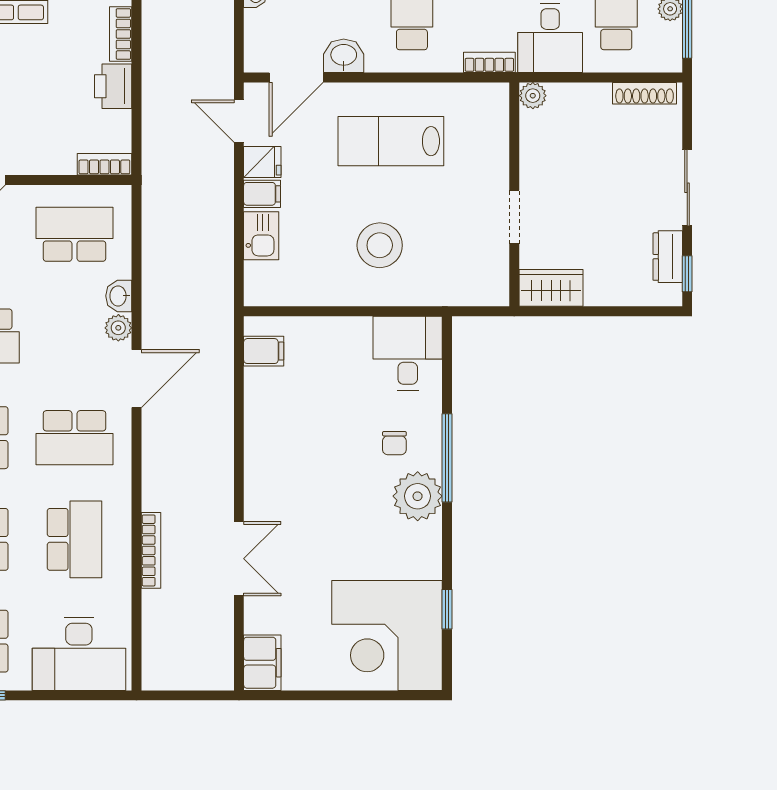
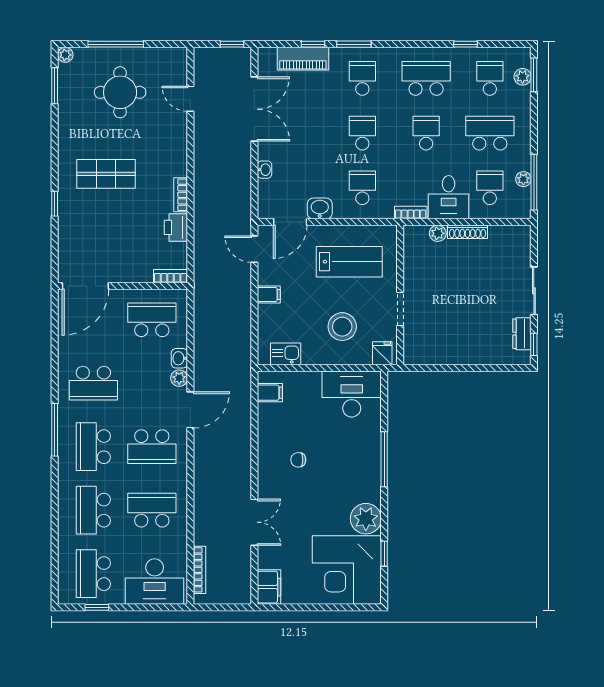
shoe rack: (645, 93) -> (468, 232), moved
lab bench: (391, 141) -> (349, 262), turned 180
fridge: (262, 162) -> (382, 353), moved, turned -90
wall: (514, 194) -> (400, 295), moved
doorway: (514, 217) -> (400, 309), moved
kitchen sink: (261, 236) -> (286, 354), moved, turned -90
wardrobe: (551, 288) -> (449, 353), removed
desk: (408, 353) -> (352, 394), width x1.37
chair: (394, 443) -> (298, 460), moved, turned 90
plant: (418, 496) -> (366, 519), moved
school desk: (74, 539) -> (152, 510), turned -90
bookcase: (151, 550) -> (200, 570), moved

